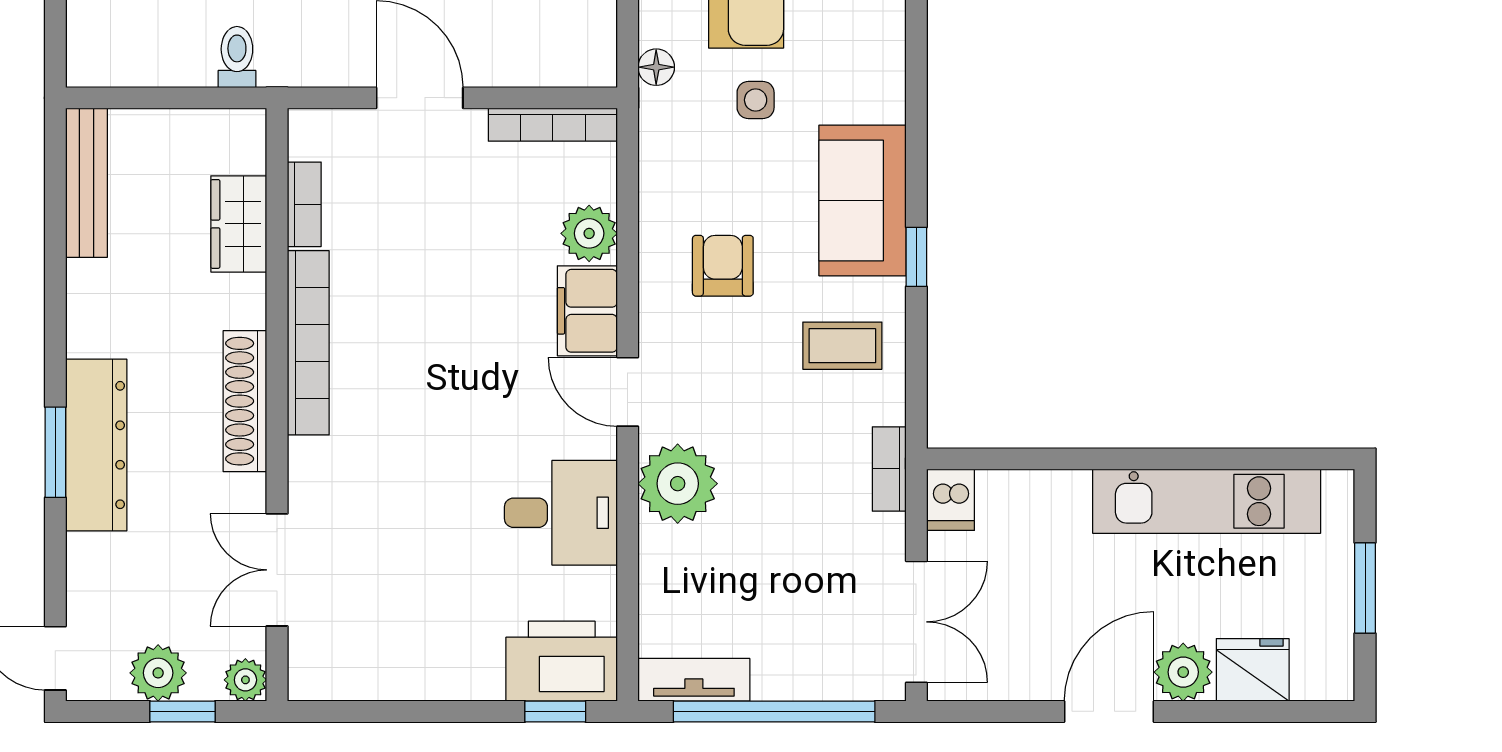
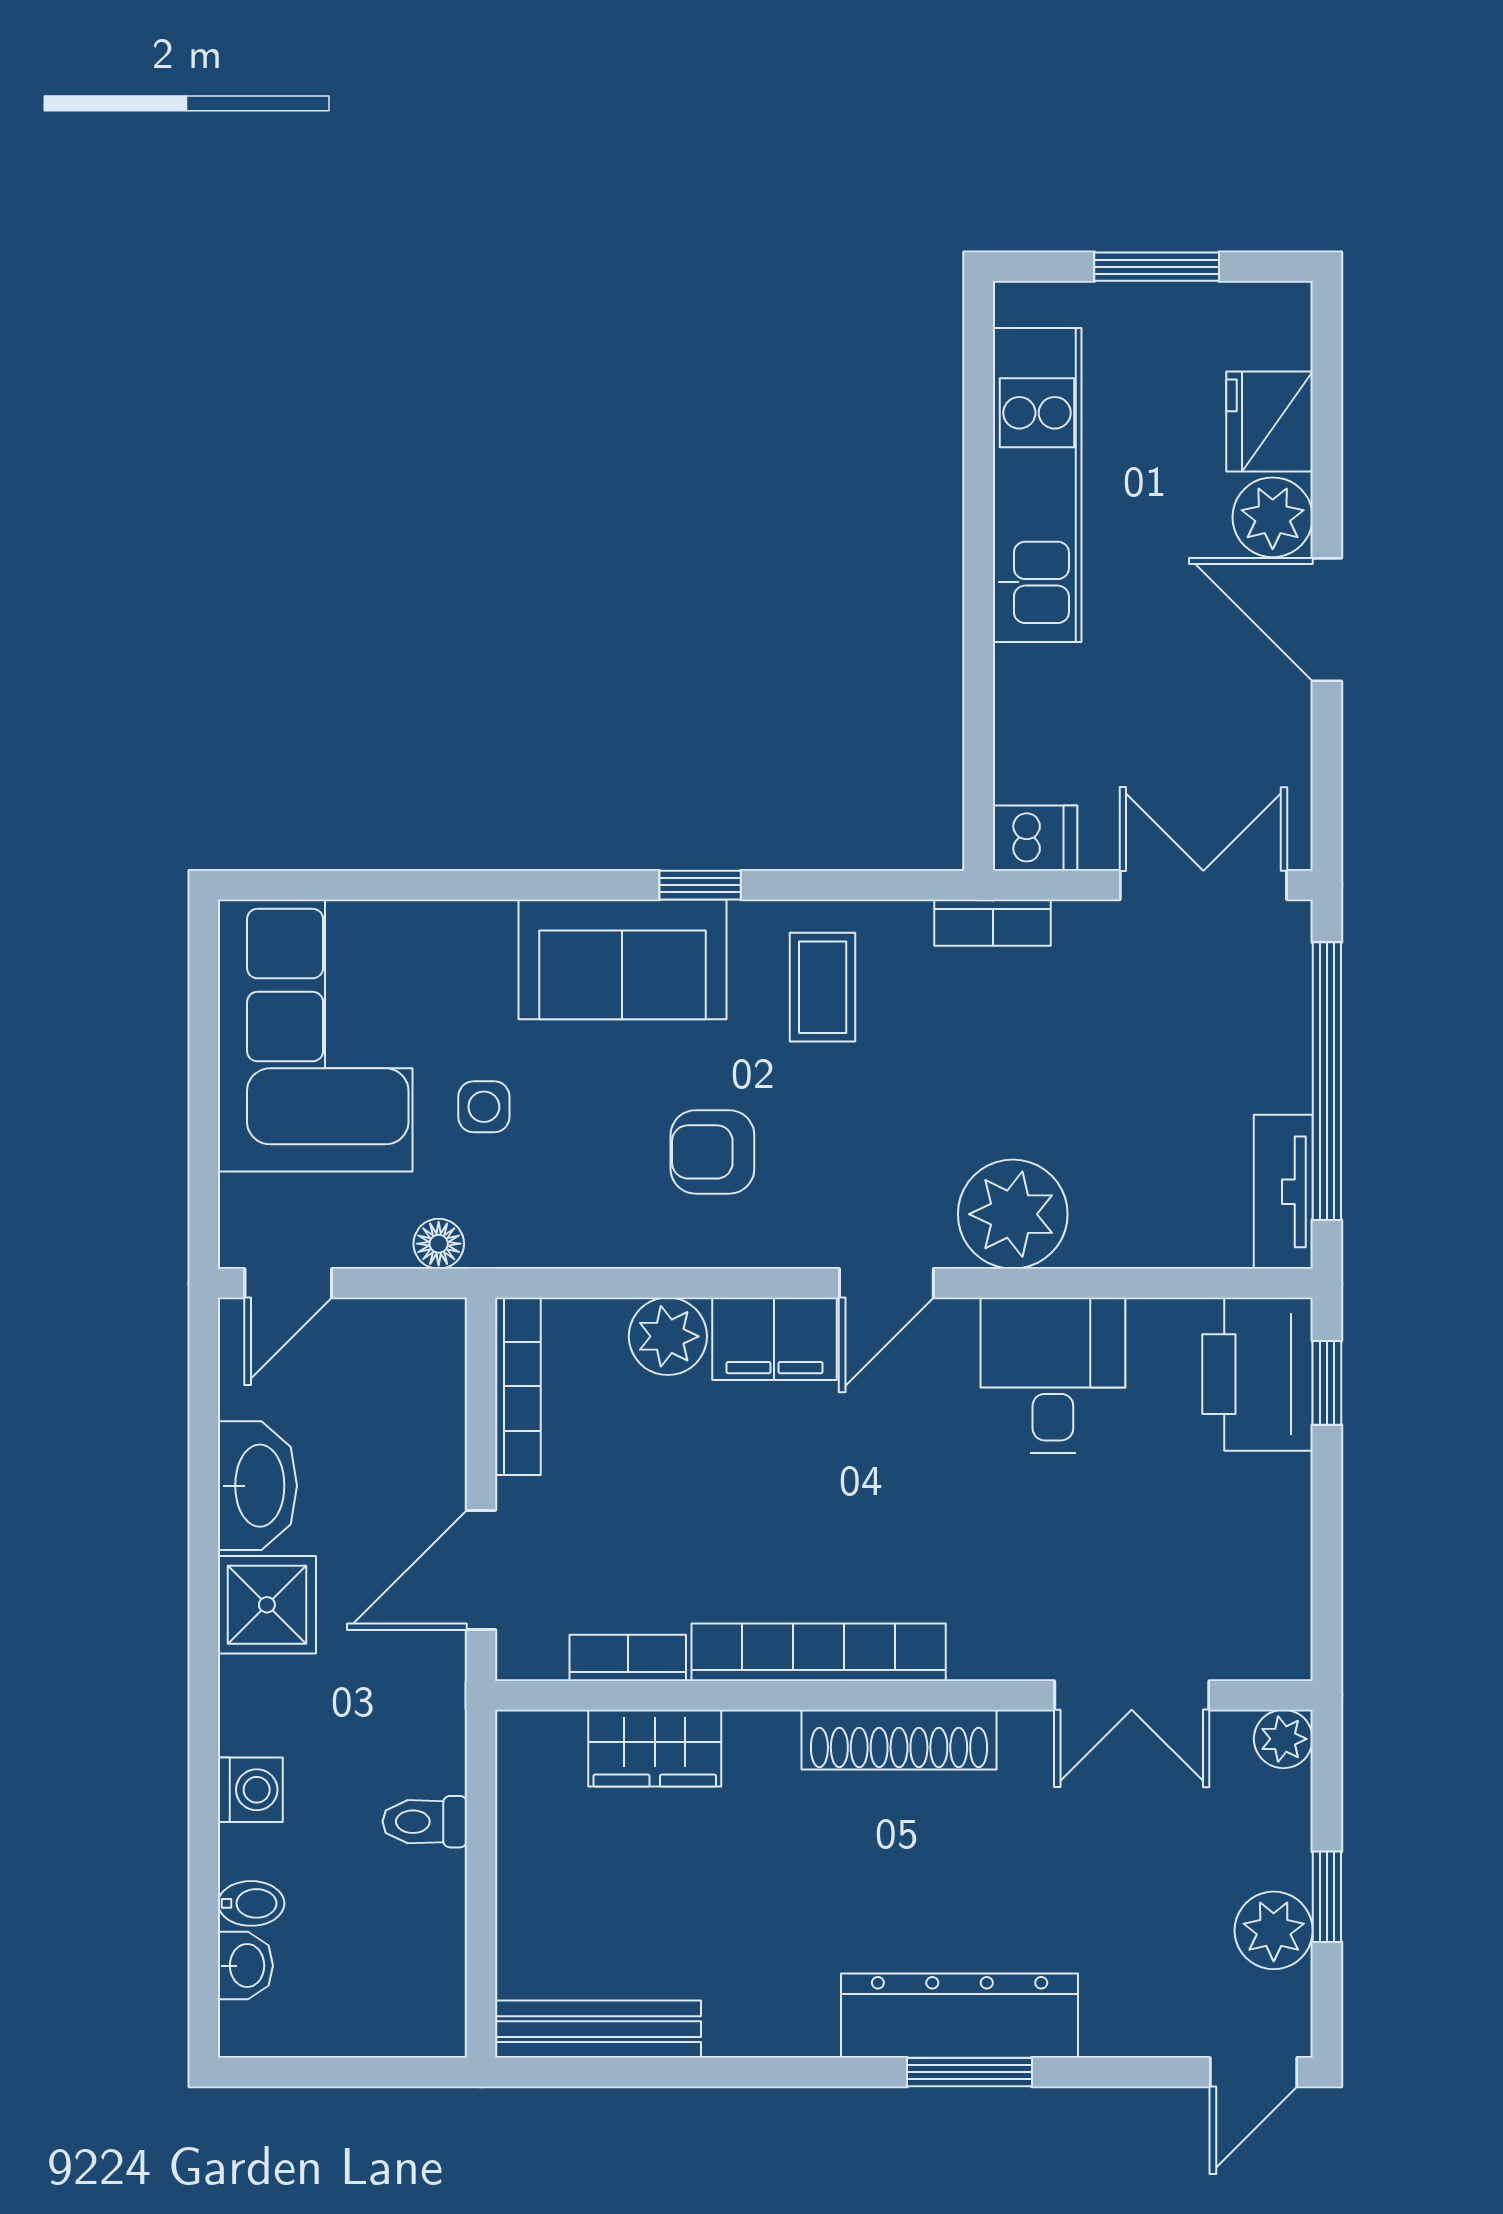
bookcase: (304, 204) -> (628, 1658), moved
wardrobe: (239, 224) -> (655, 1748), moved
bookcase: (308, 343) -> (819, 1652), moved
shoe rack: (245, 401) -> (899, 1740), moved
wall: (277, 405) -> (904, 1695), moved
double door: (277, 570) -> (1132, 1695), moved
plant: (245, 680) -> (1283, 1739), moved

